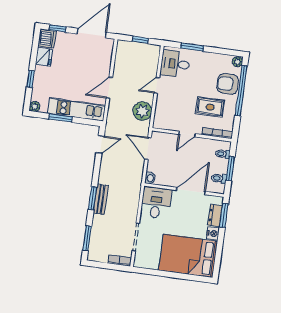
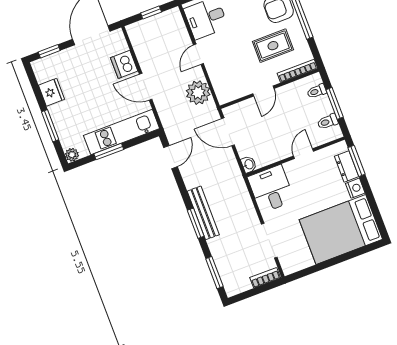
dishwasher: (47, 39) -> (124, 64), moved, turned 180
window: (31, 79) -> (50, 126), width x1.50
door: (109, 88) -> (146, 87), hinge flipped
door: (191, 191) -> (303, 154), width x0.53
bench: (101, 199) -> (203, 213), width x1.36

